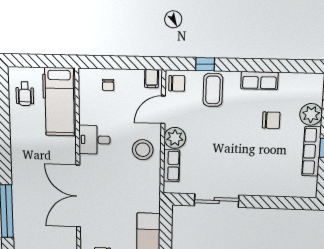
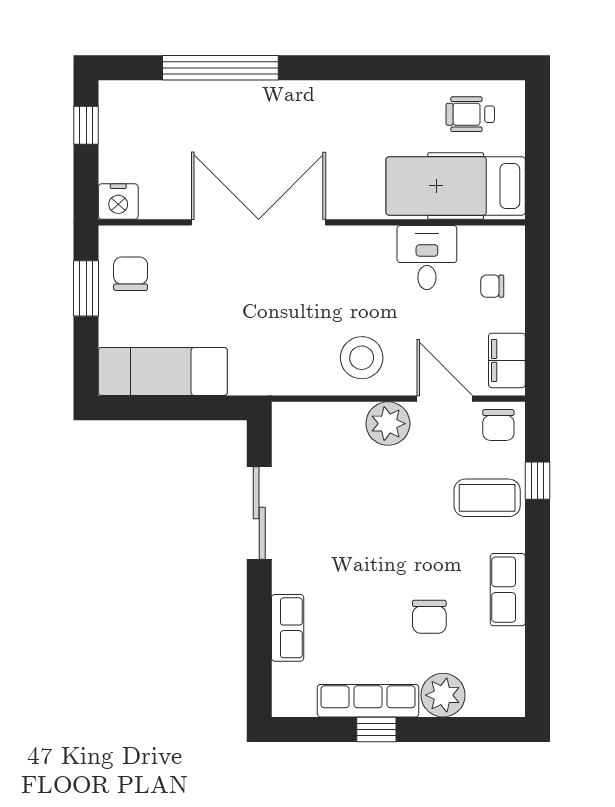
filing cabinet: (152, 79) -> (507, 360), width x2.00
desk: (94, 140) -> (427, 258), moved
row of seats: (171, 166) -> (288, 628), moved, turned -90

